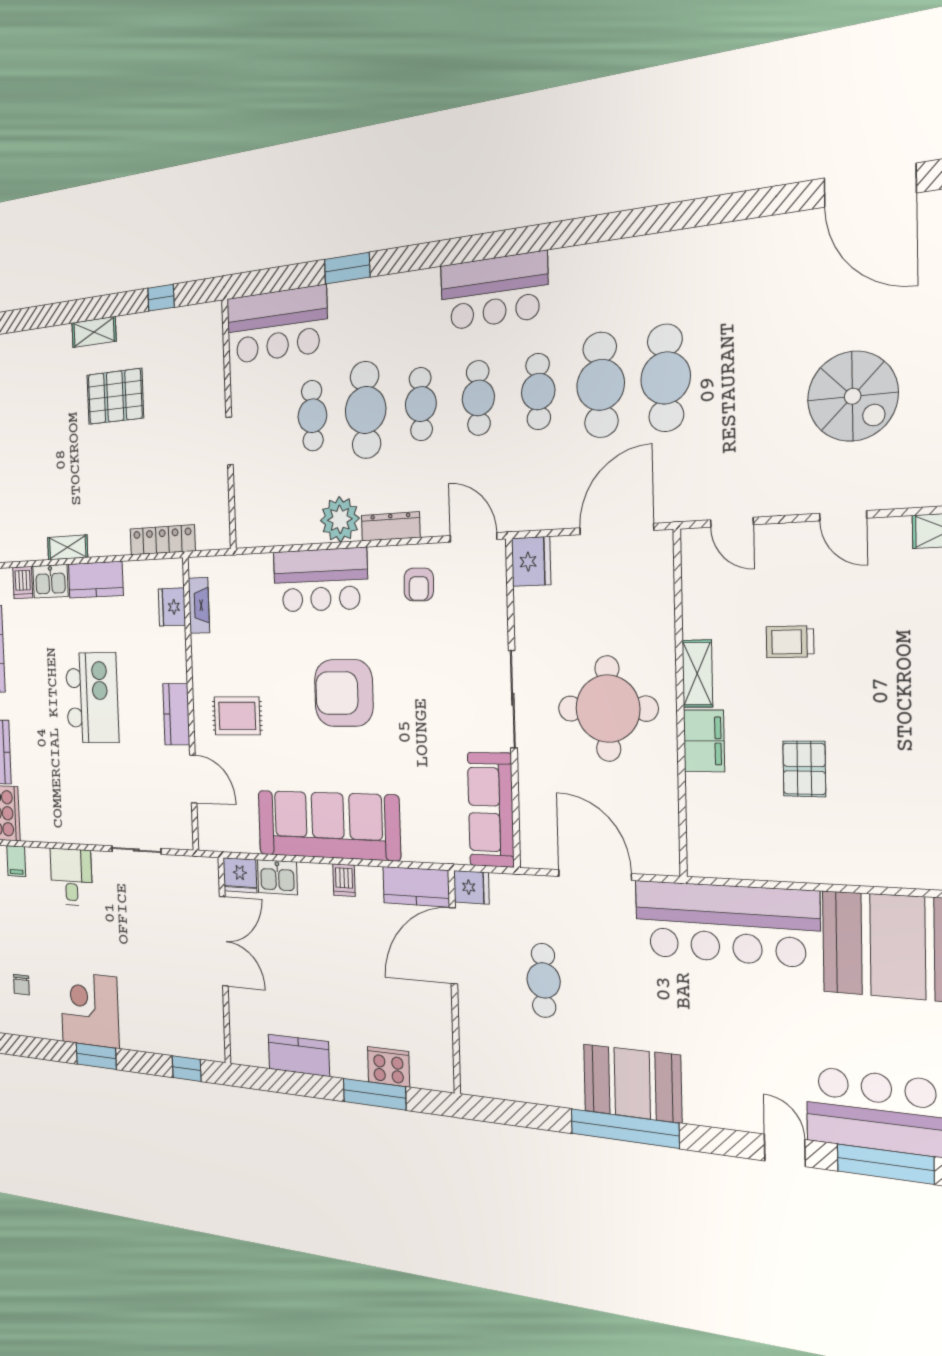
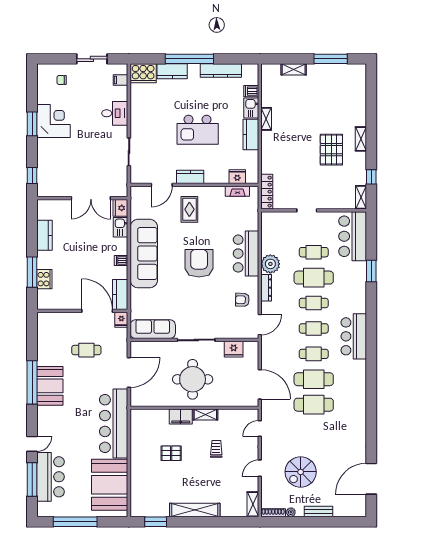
shelving: (200, 316) -> (361, 197), added
locker: (162, 540) -> (267, 192), moved
fridge: (531, 562) -> (234, 349), moved

